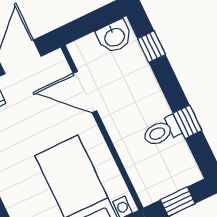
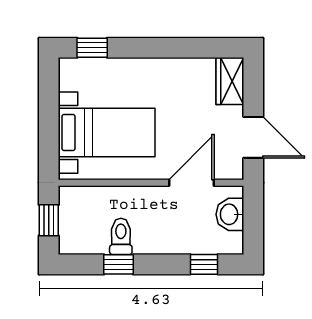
washbasin: (114, 37) -> (230, 214), moved

